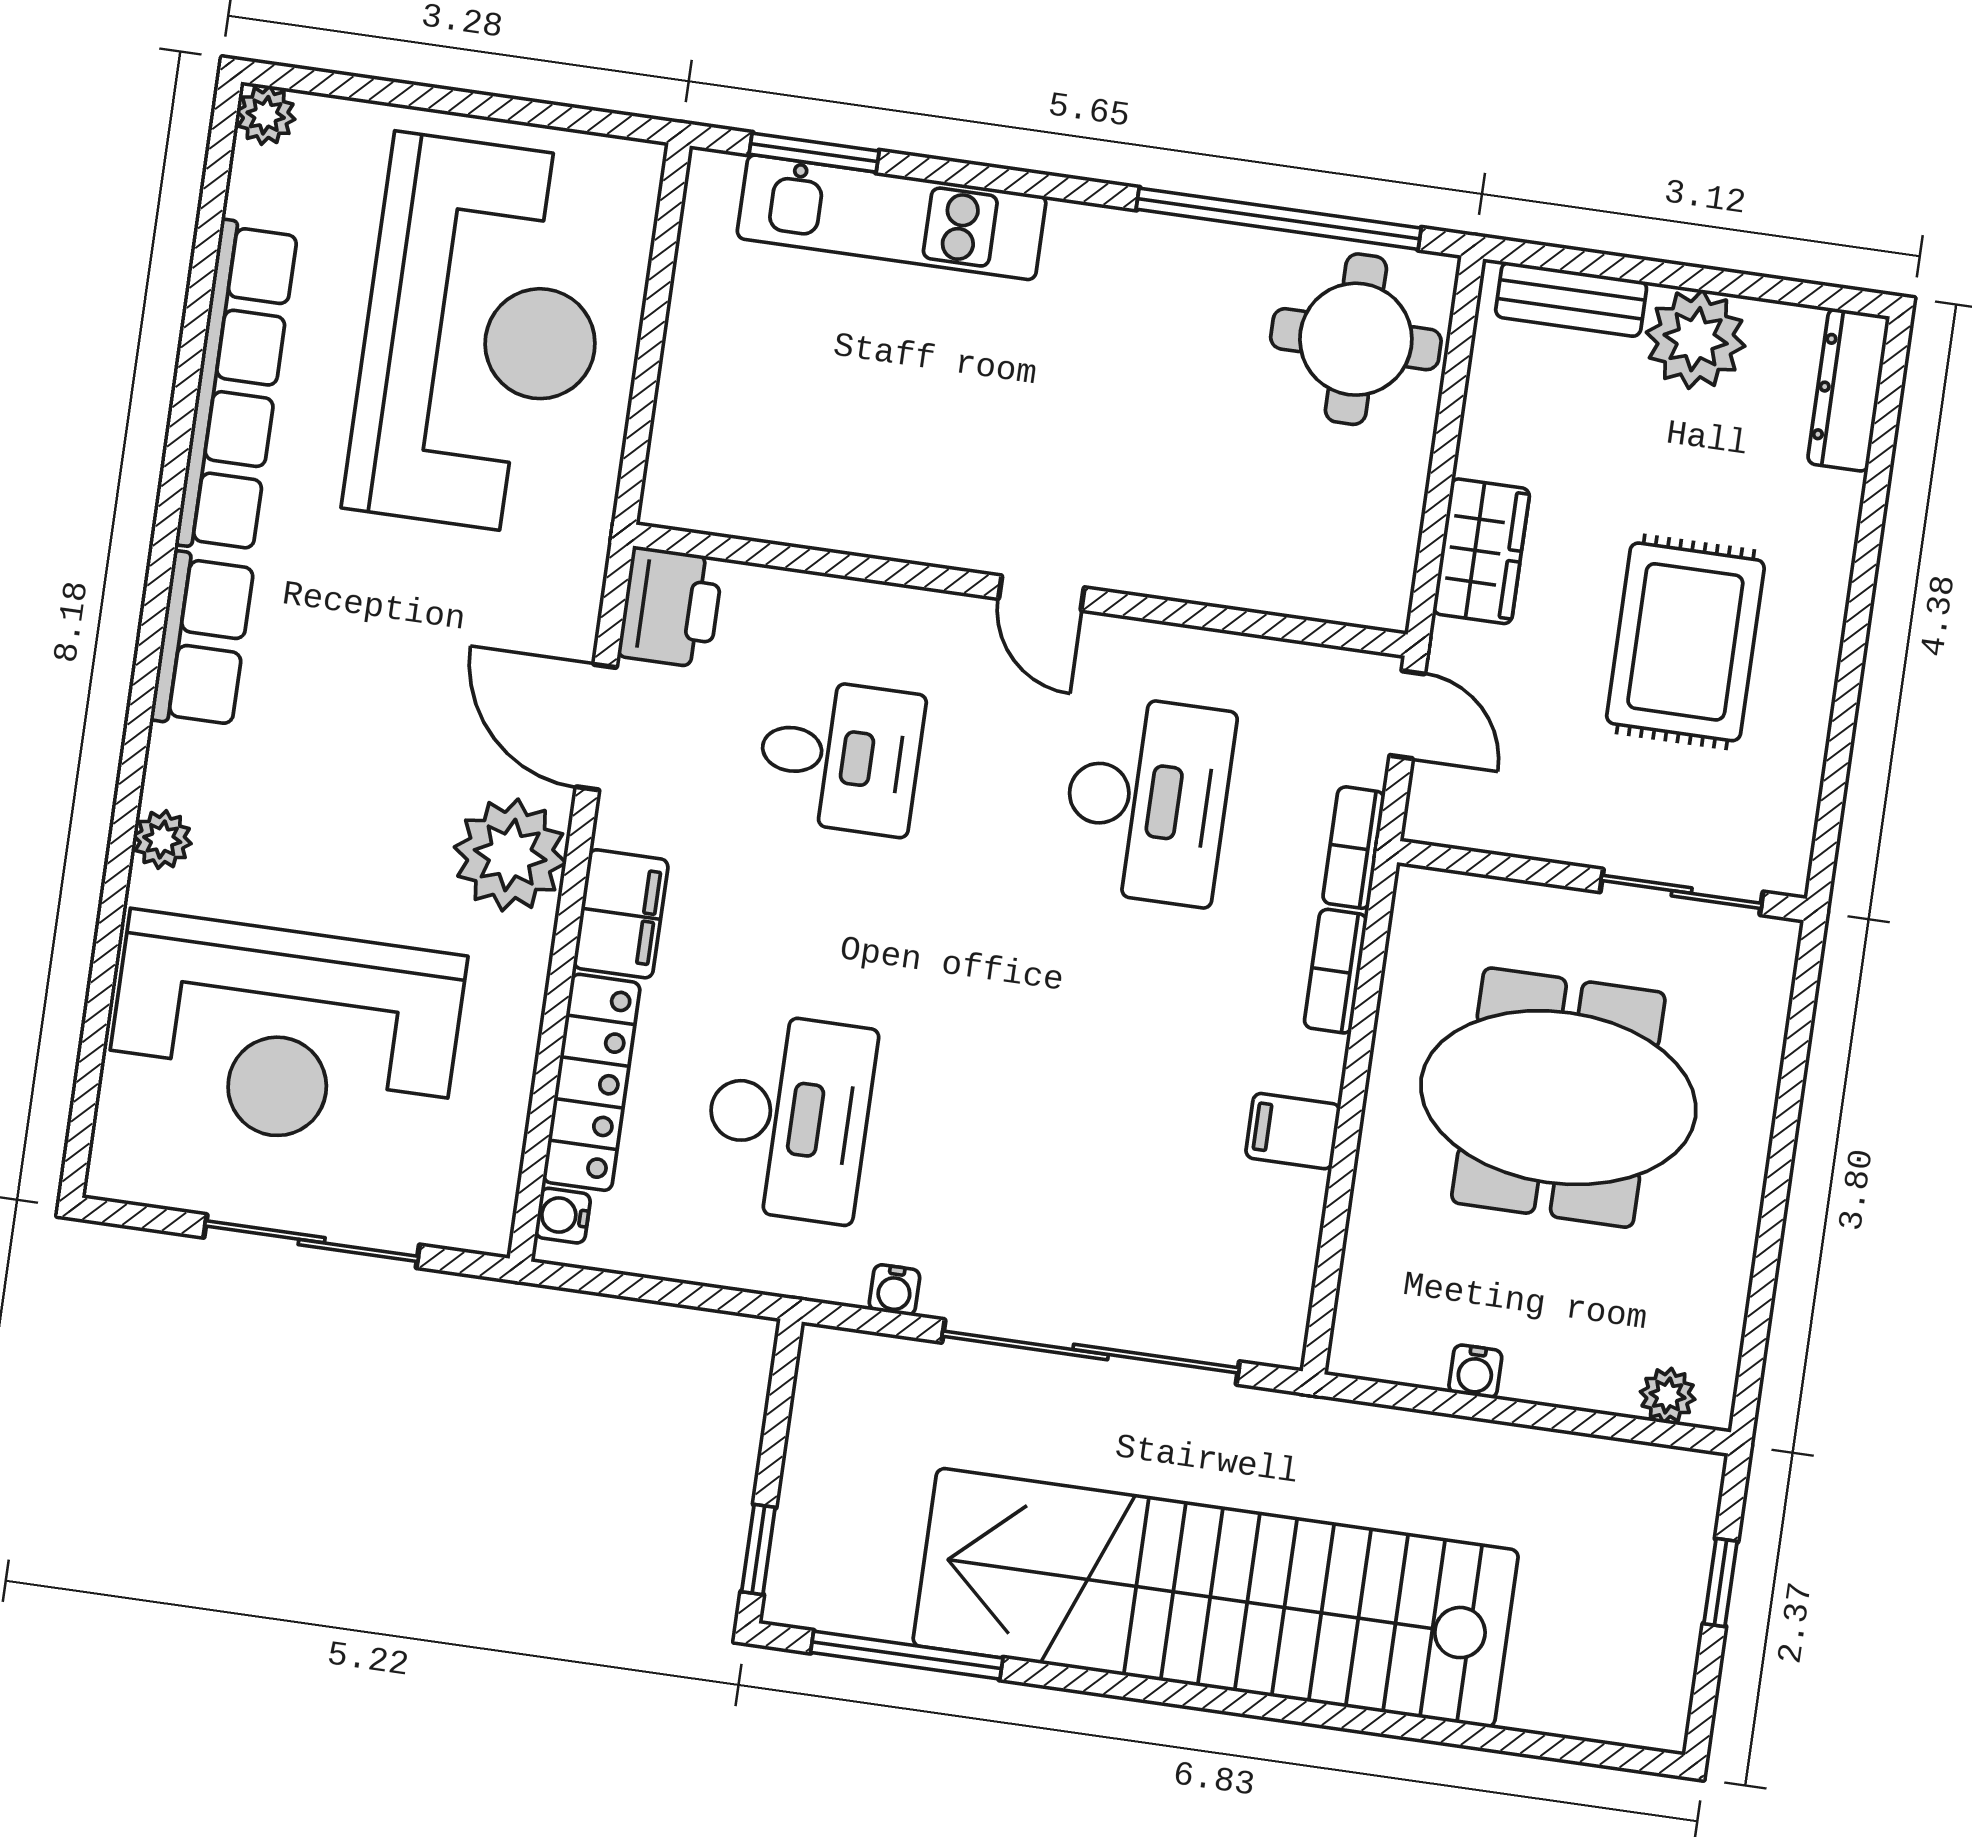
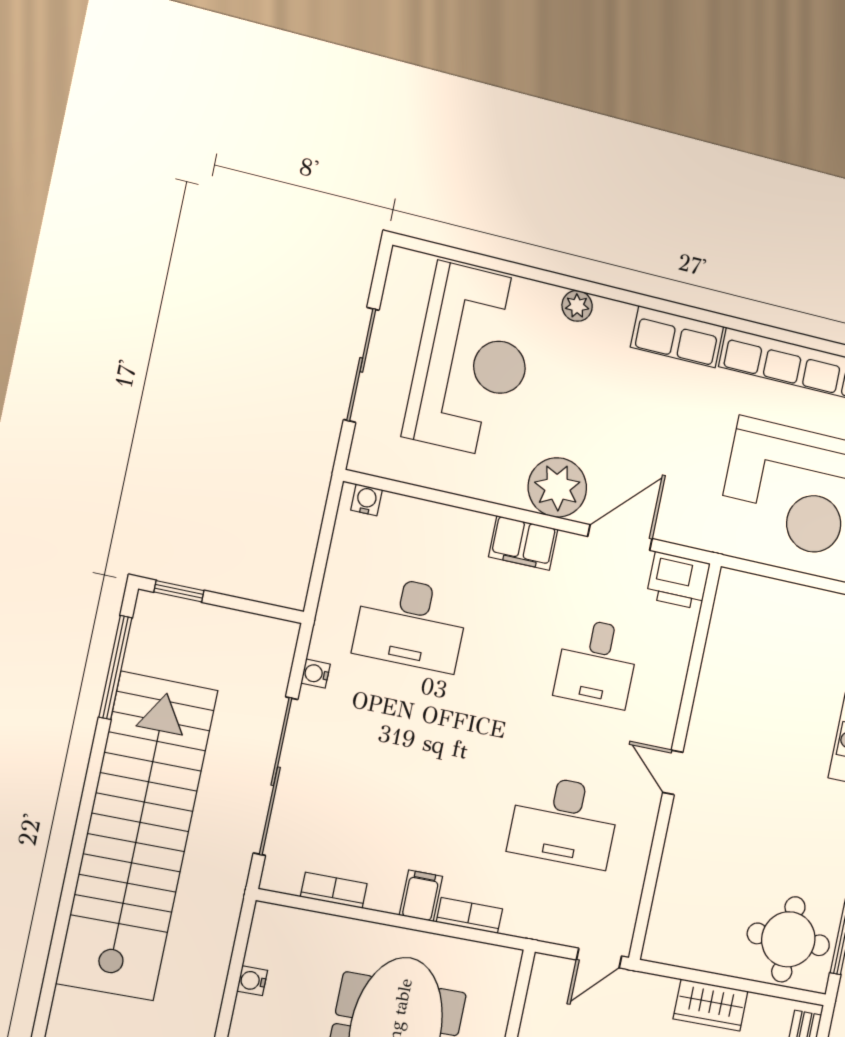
wardrobe: (1481, 551) -> (711, 1005), moved
door: (1041, 593) -> (673, 772), hinge flipped
bookcase: (1354, 848) -> (334, 890), moved
reception desk: (285, 1034) -> (472, 361), turned 180
locker: (592, 1082) -> (436, 521), removed
filing cabinet: (1293, 1131) -> (421, 896), moved

